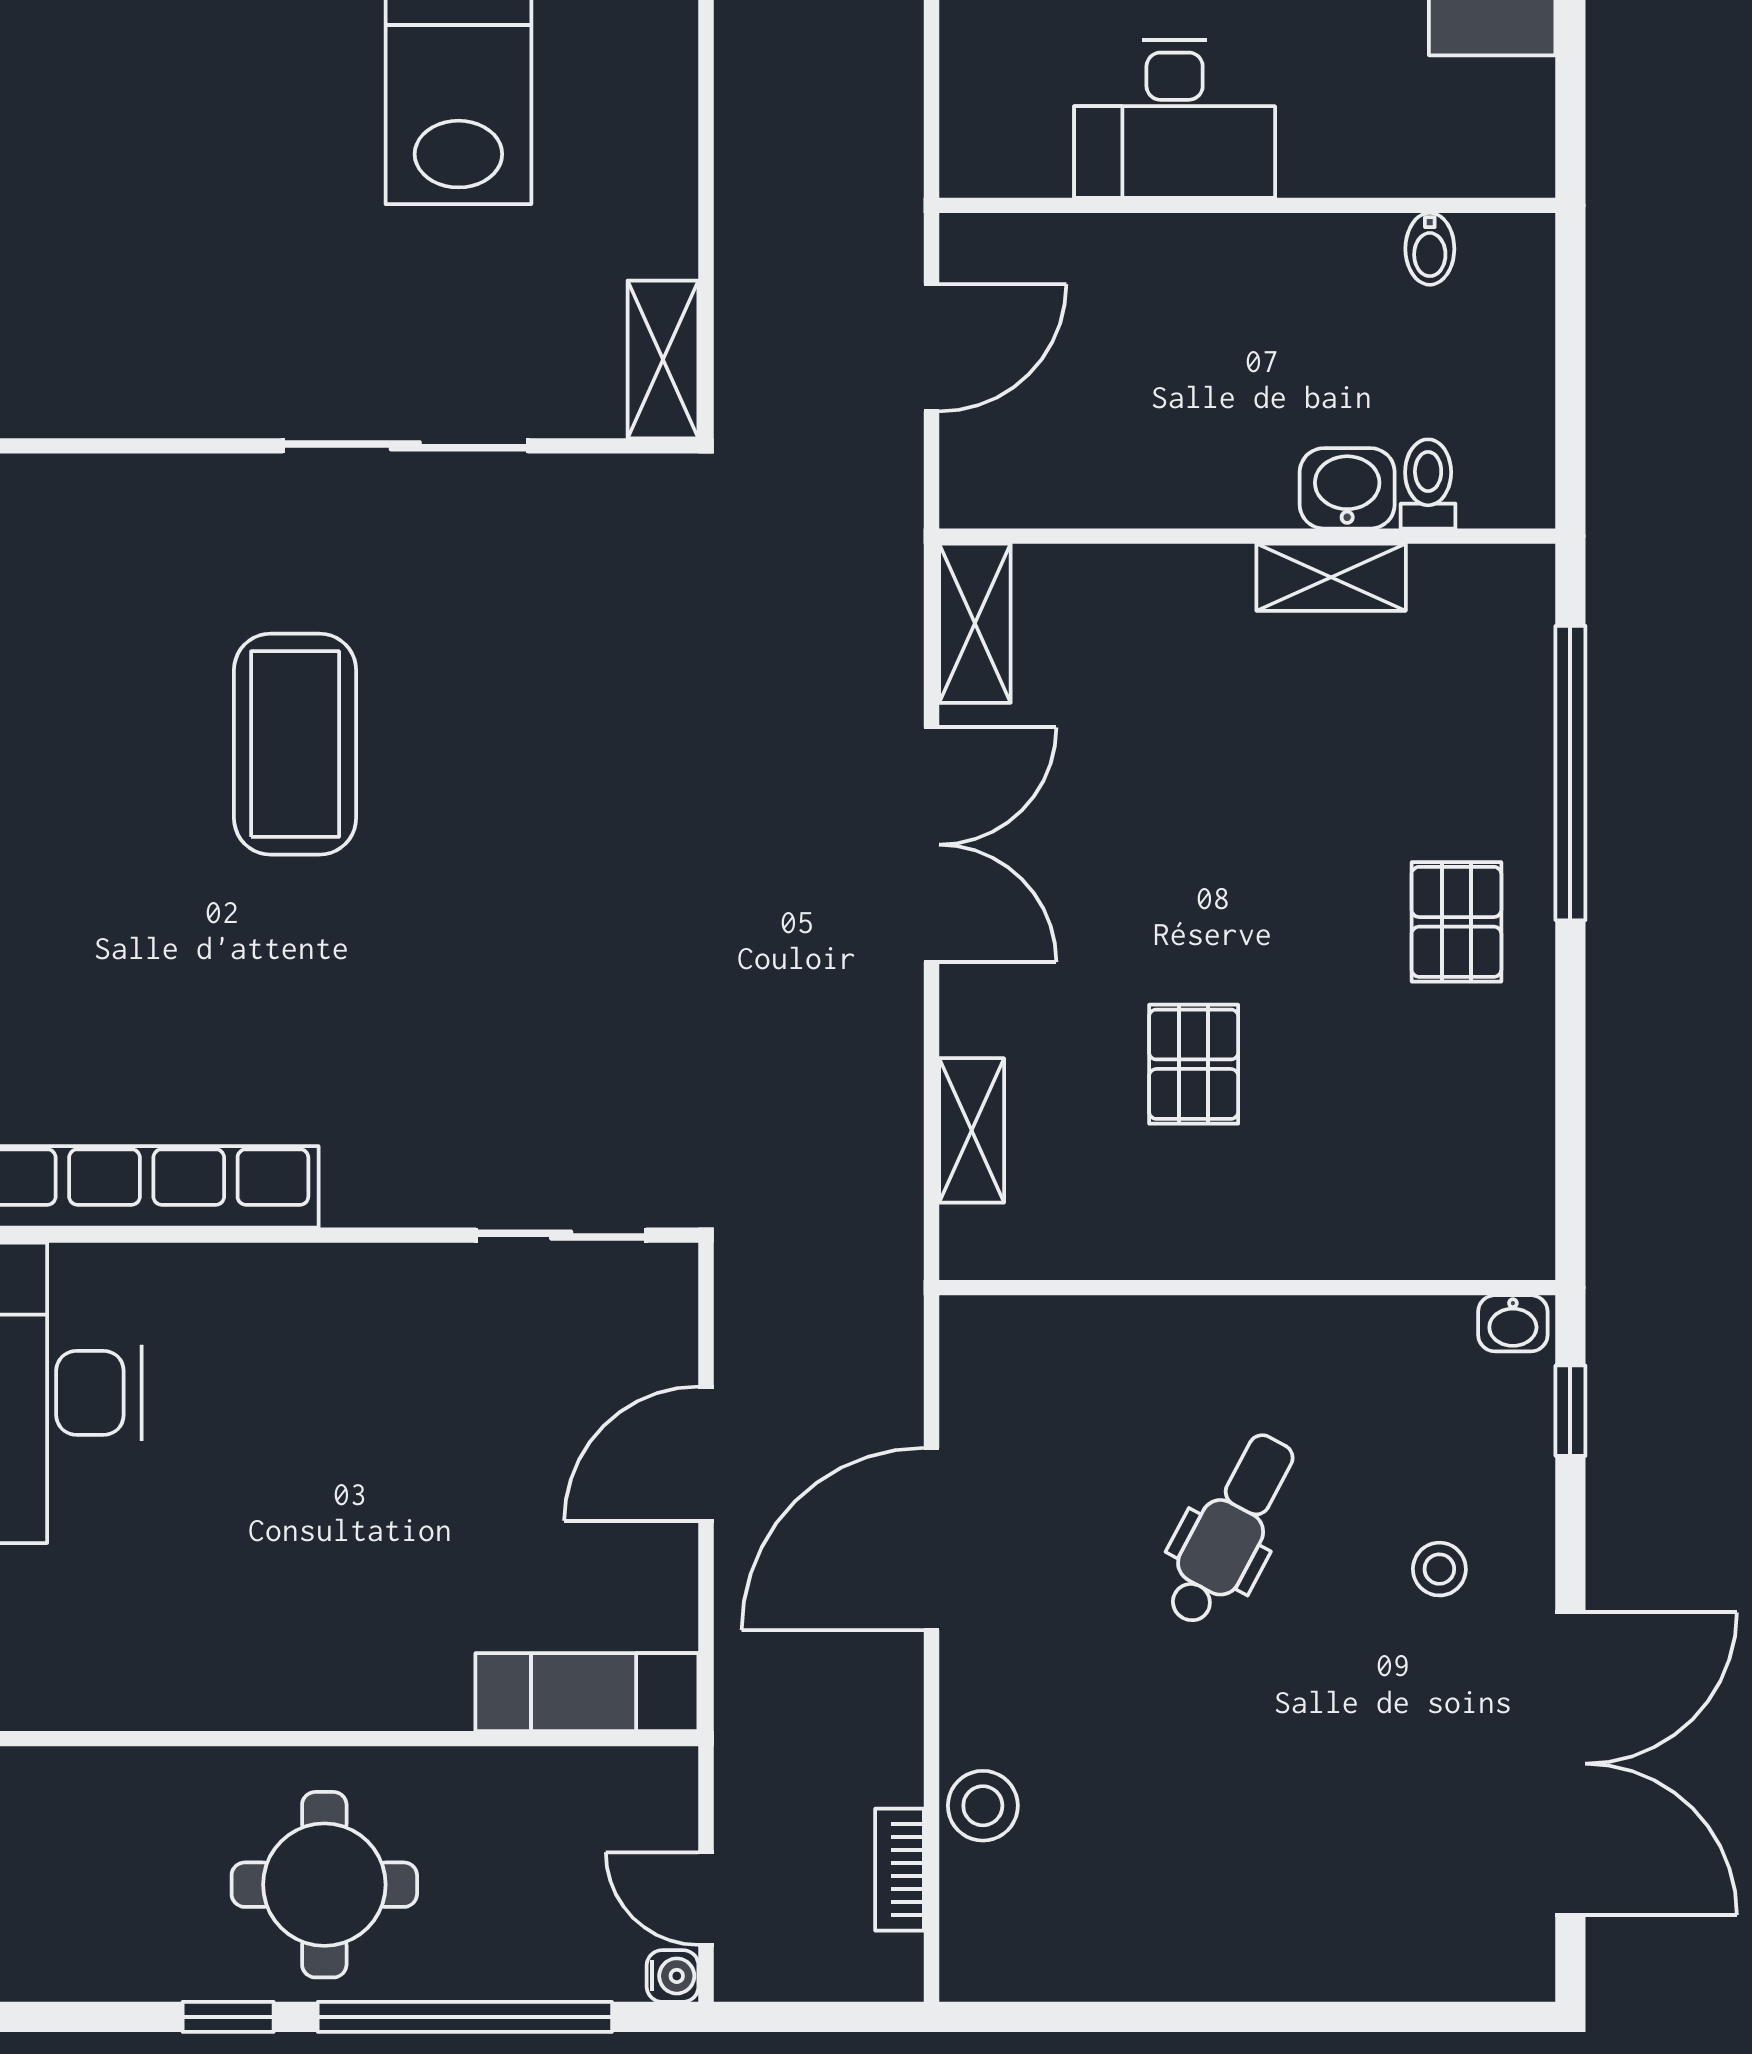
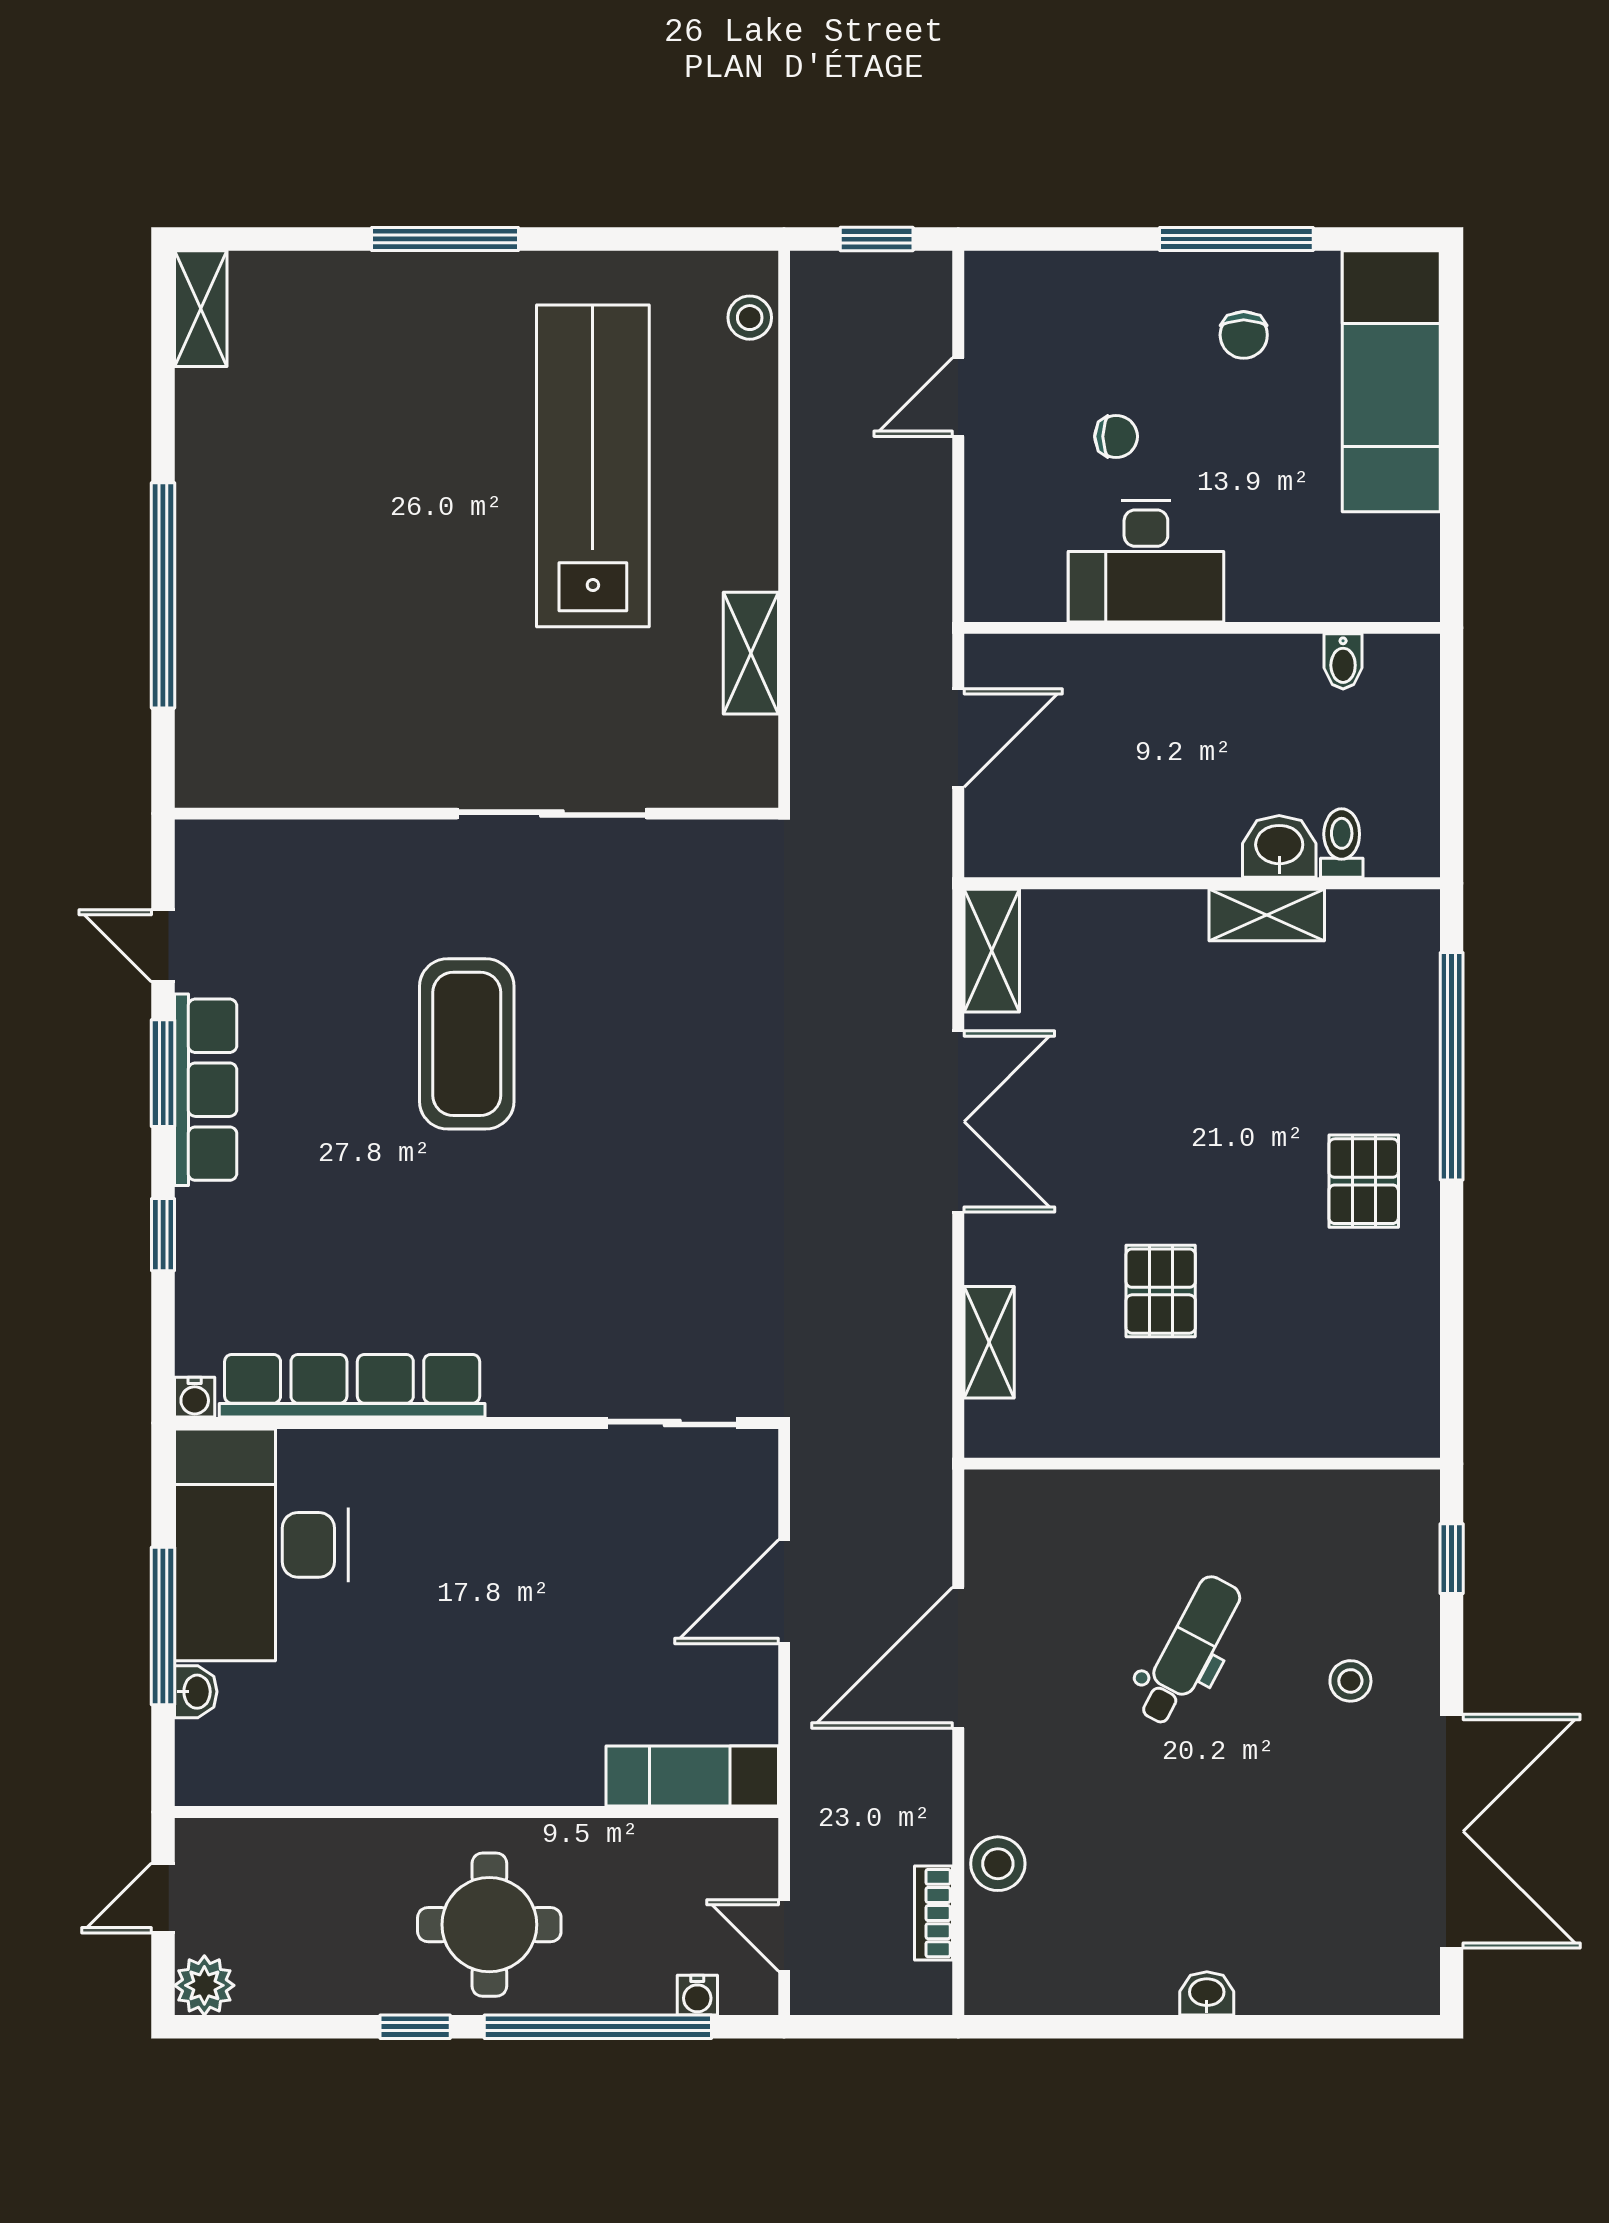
shelving: (663, 359) -> (751, 653), moved
washbasin: (1513, 1323) -> (1207, 1993), moved, turned 180
water cooler: (673, 1976) -> (697, 1995), moved, turned 90

